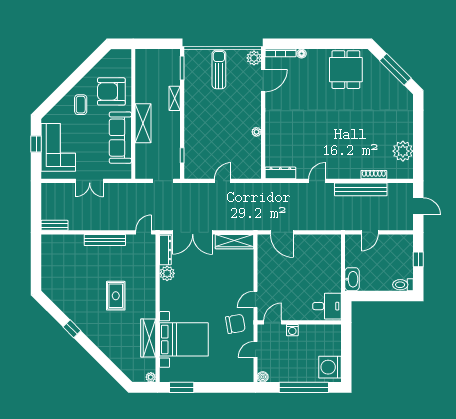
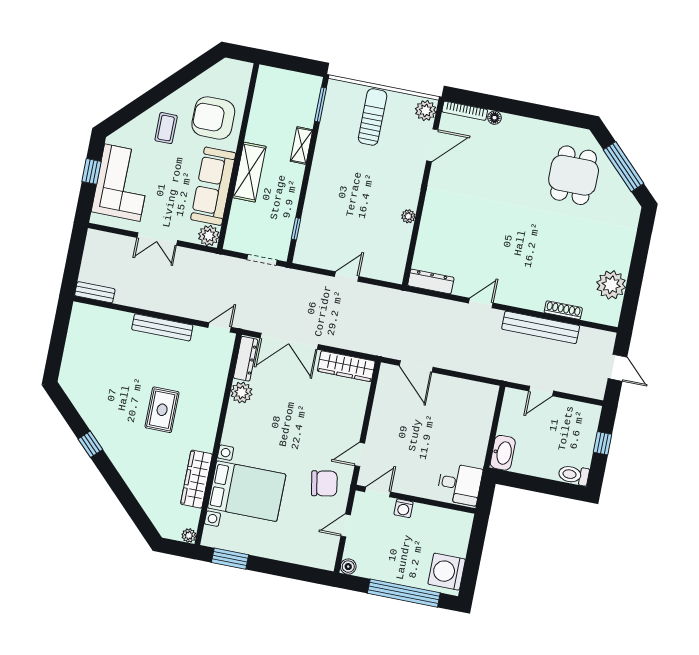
dining table: (346, 70) -> (574, 175), moved
plant: (124, 172) -> (209, 236), added

